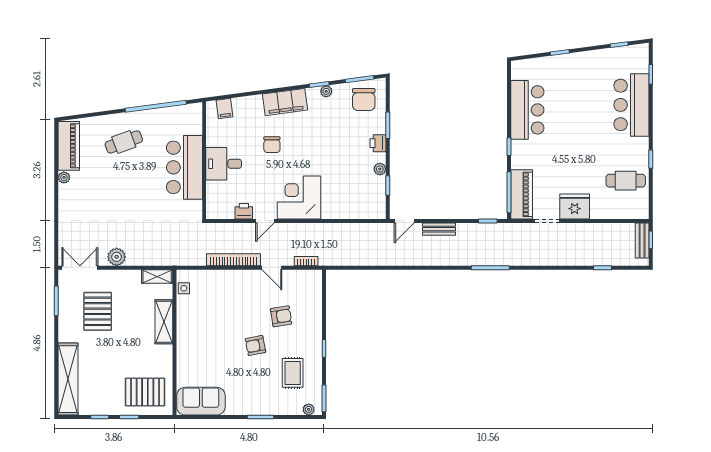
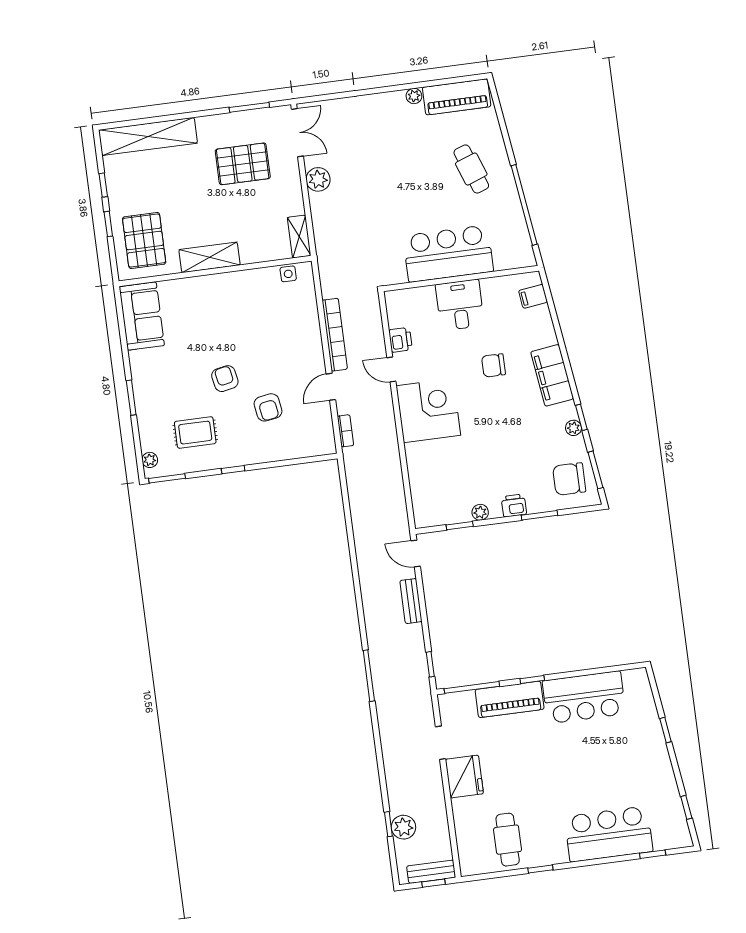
piano: (522, 194) -> (510, 699), moved
plant: (606, 257) -> (403, 827), added
shelving: (164, 322) -> (210, 257), moved

